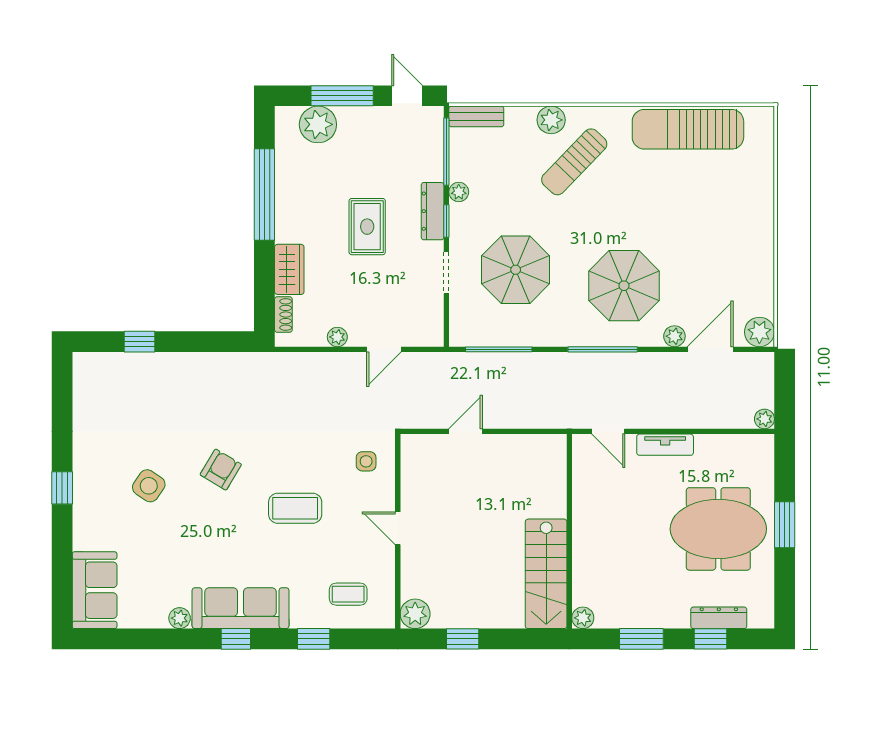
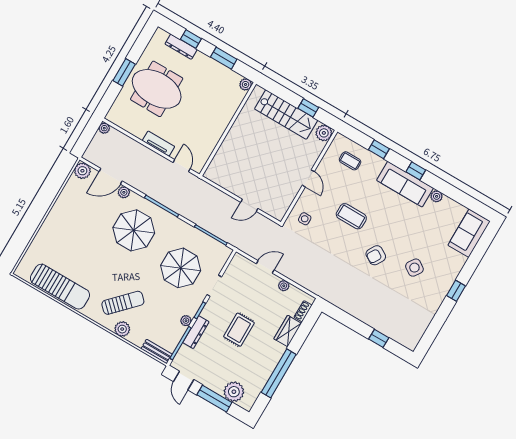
dresser: (433, 211) -> (196, 332), moved
stairs: (546, 574) -> (286, 115), moved, turned 90

